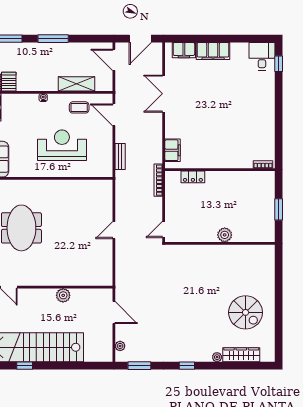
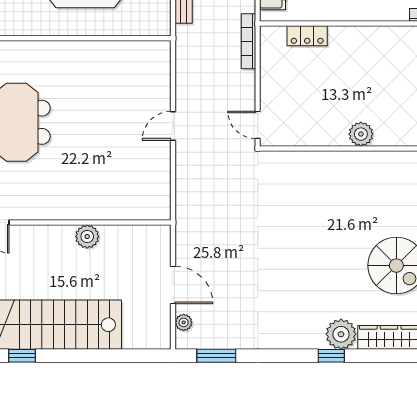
door: (164, 229) -> (258, 125), hinge flipped
door: (114, 312) -> (173, 285), moved
plant: (217, 357) -> (341, 334), width x1.88, depth x1.88
window: (187, 366) -> (331, 356), moved

